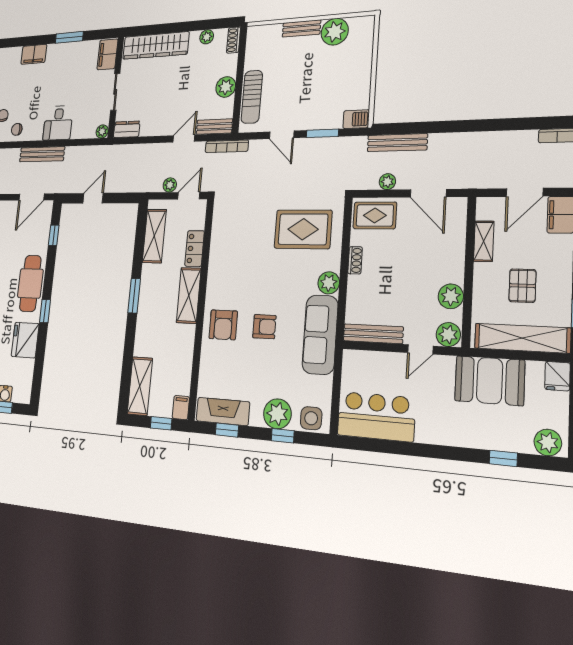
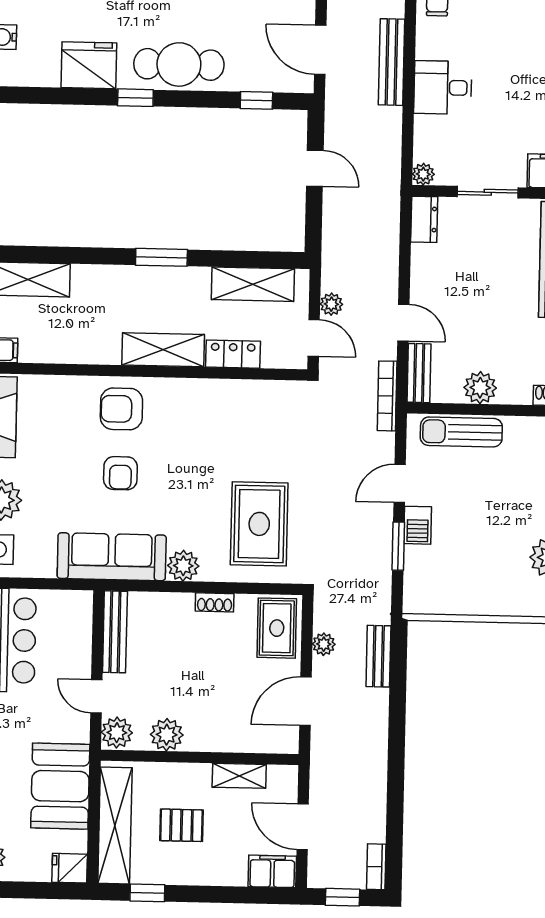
barbecue: (356, 119) -> (418, 525), moved
bench: (397, 143) -> (378, 656), width x0.73

